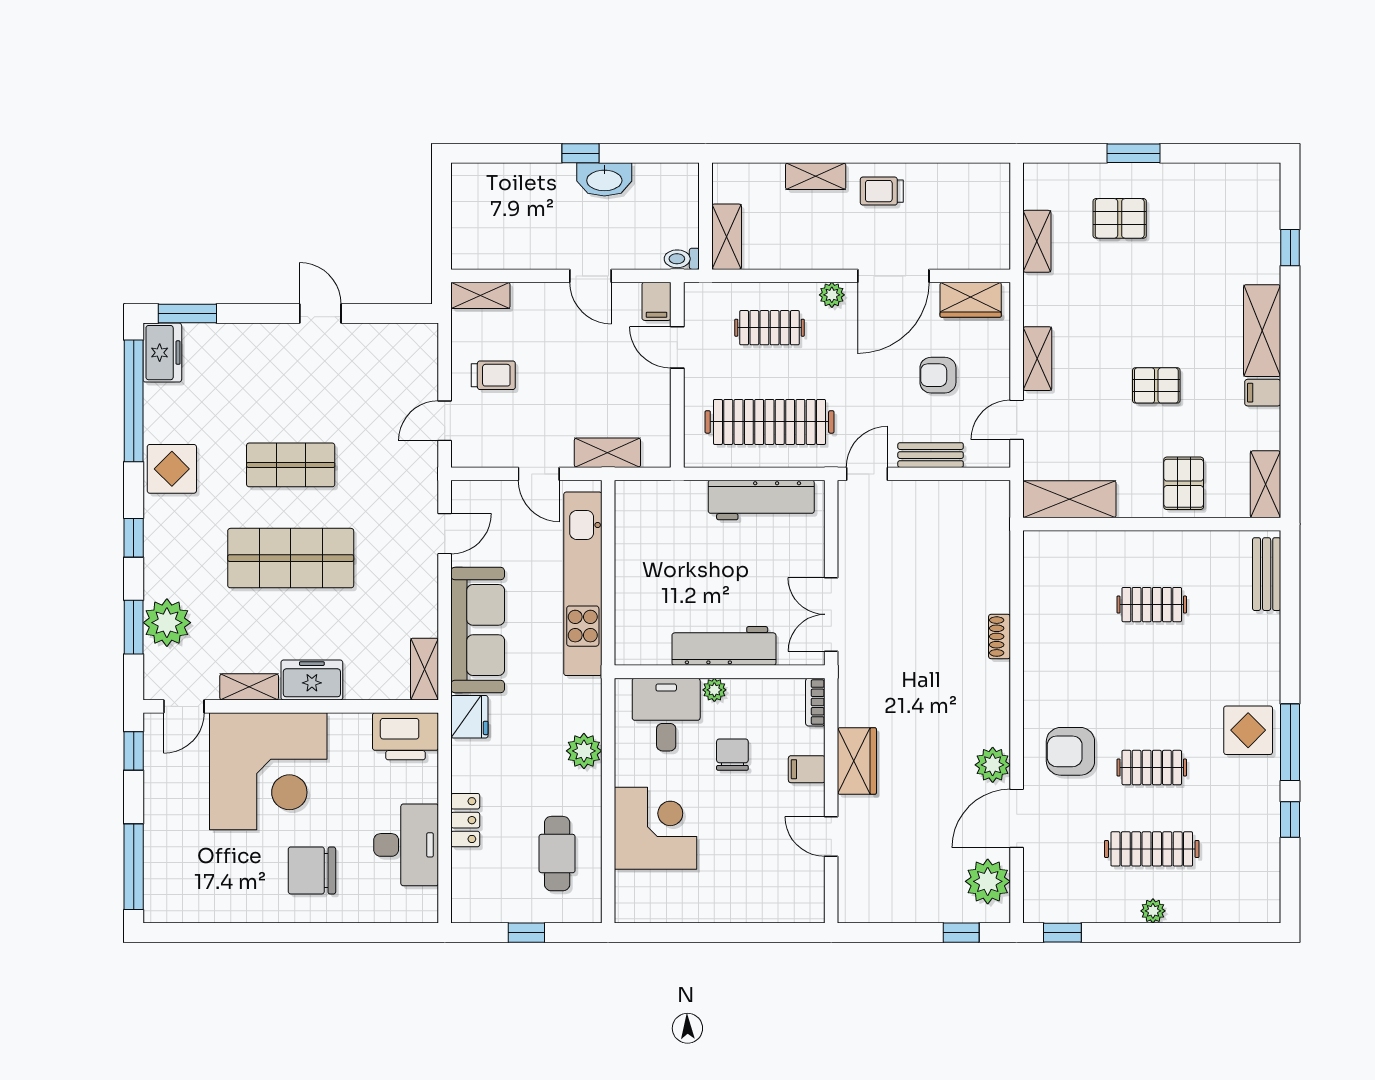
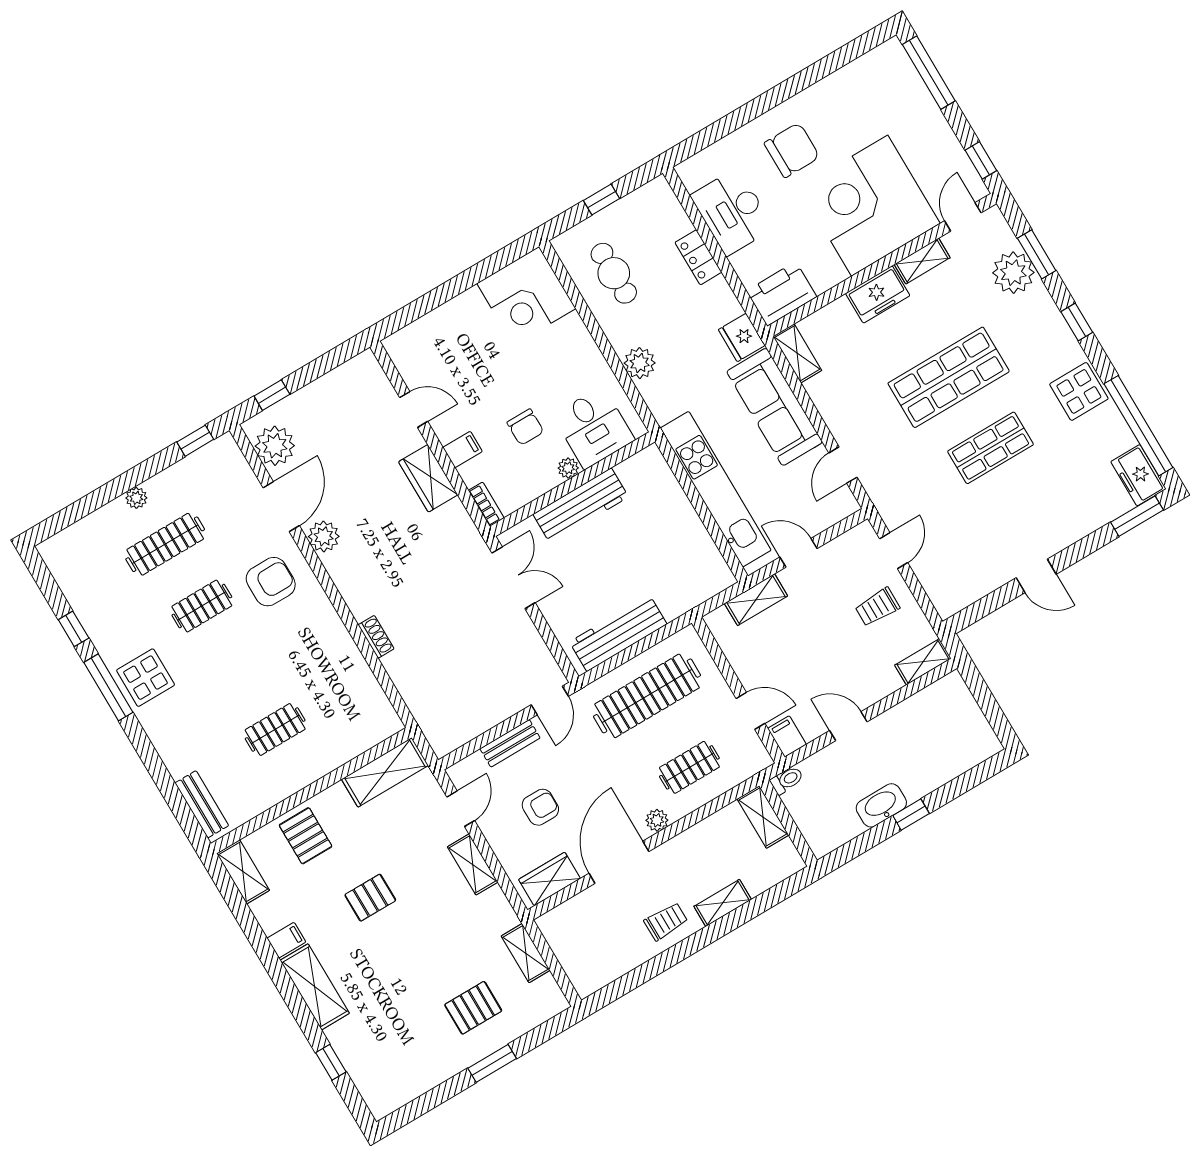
corner desk: (655, 828) -> (526, 296), moved

